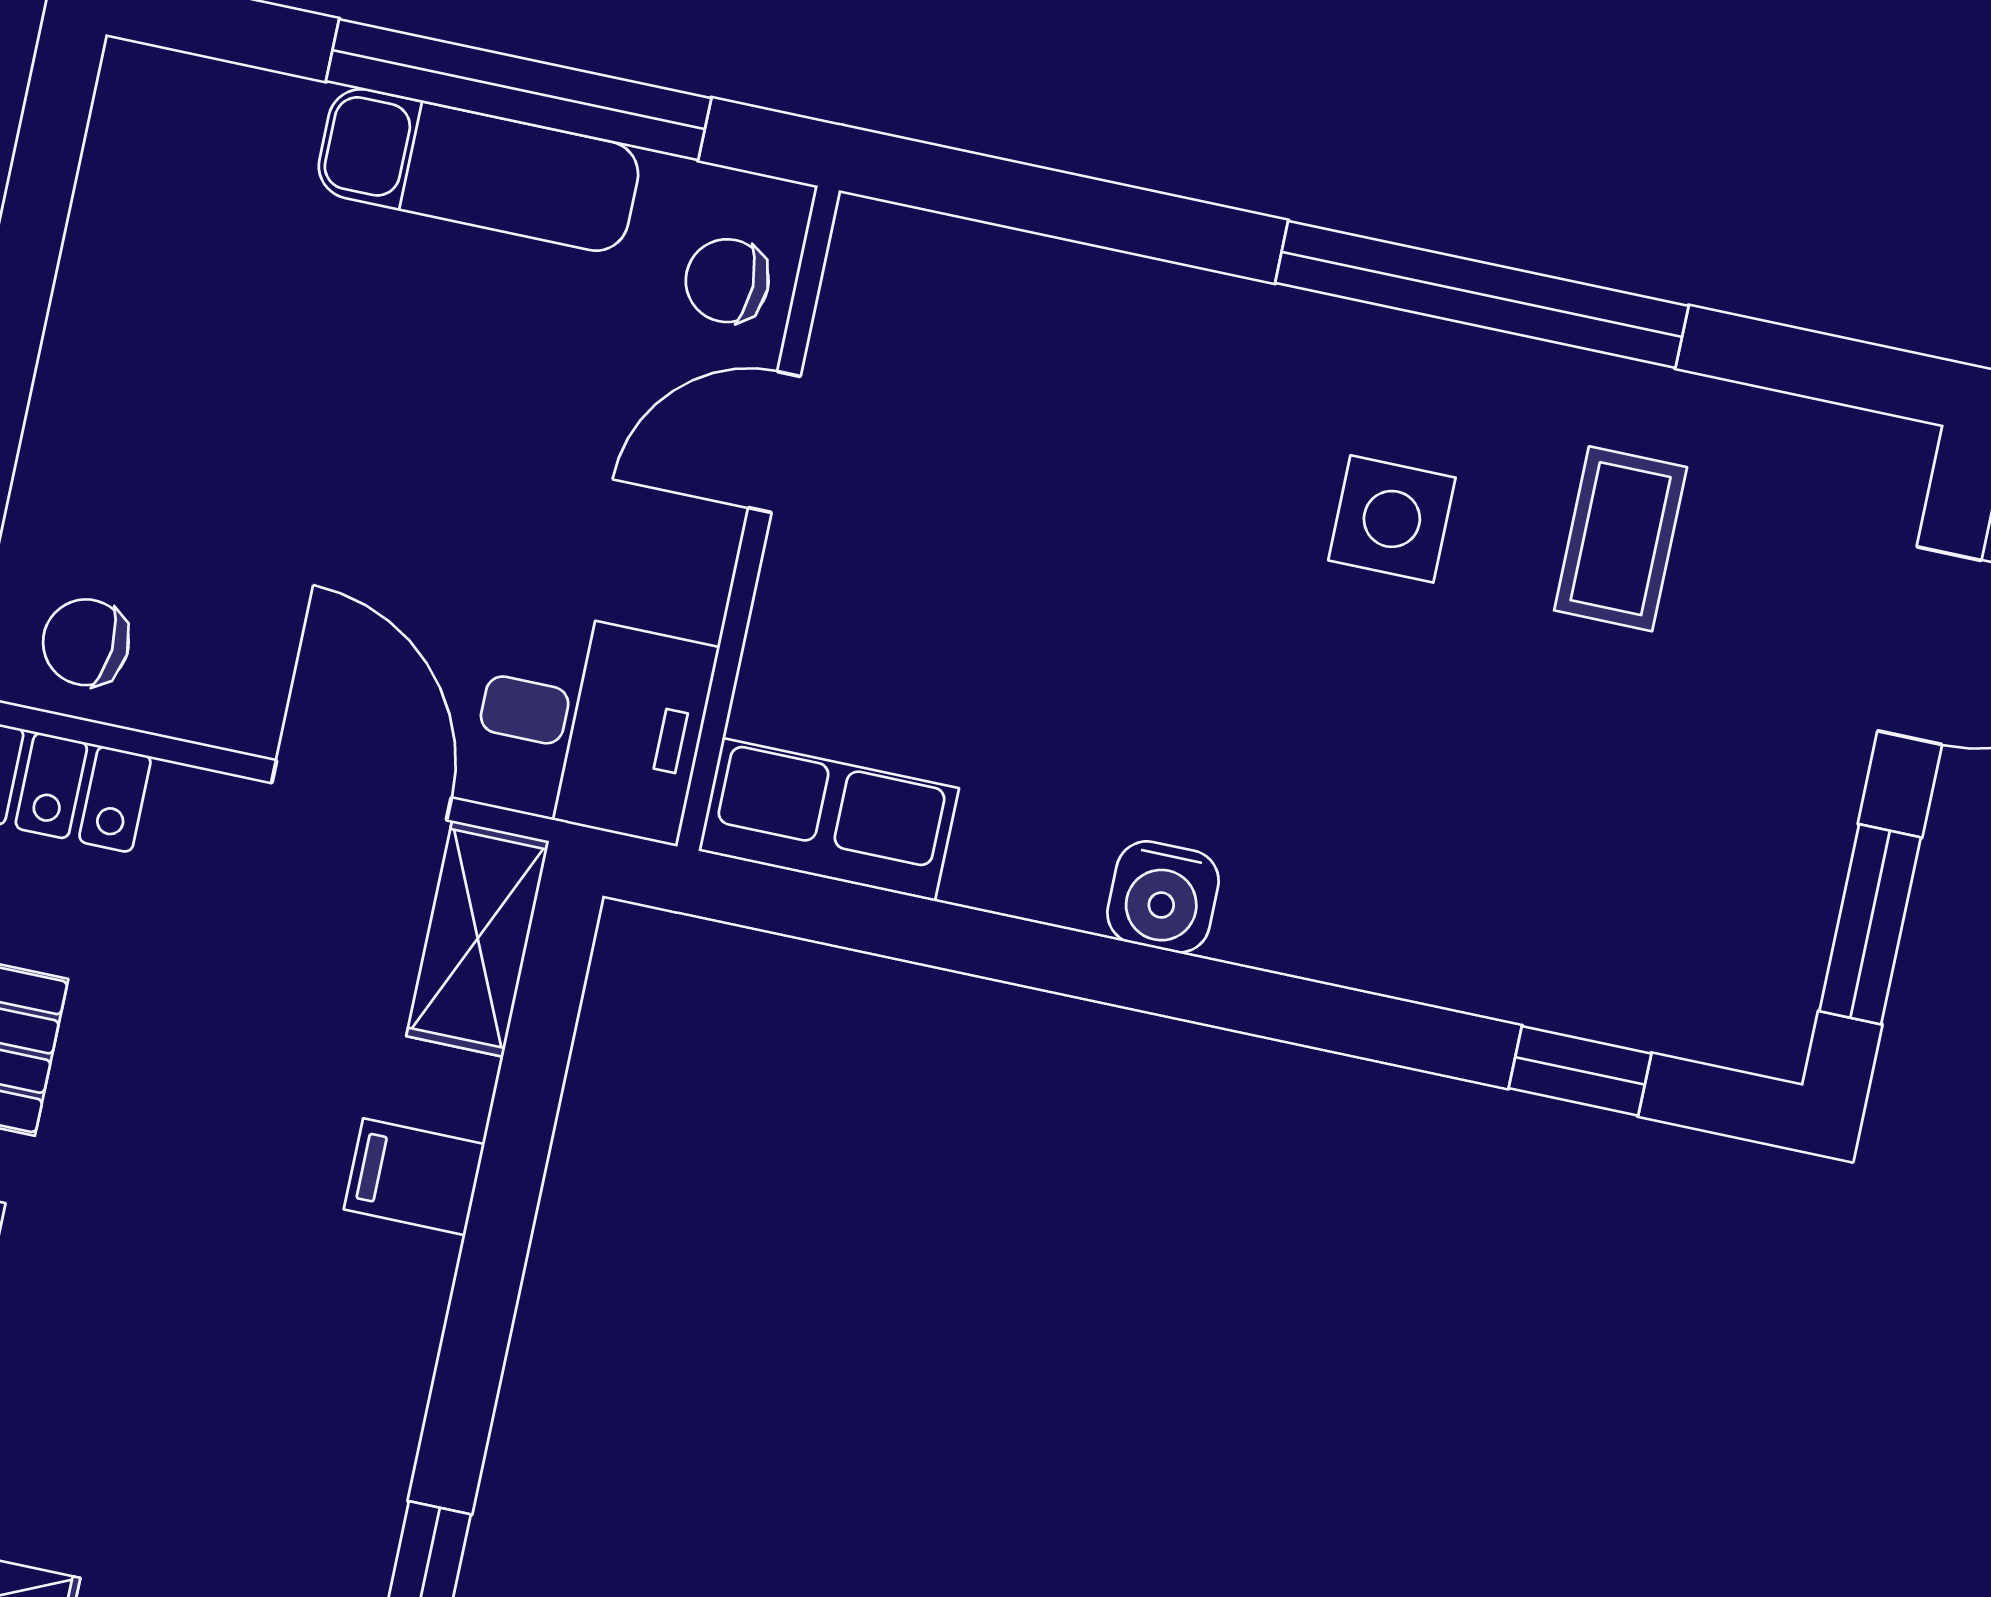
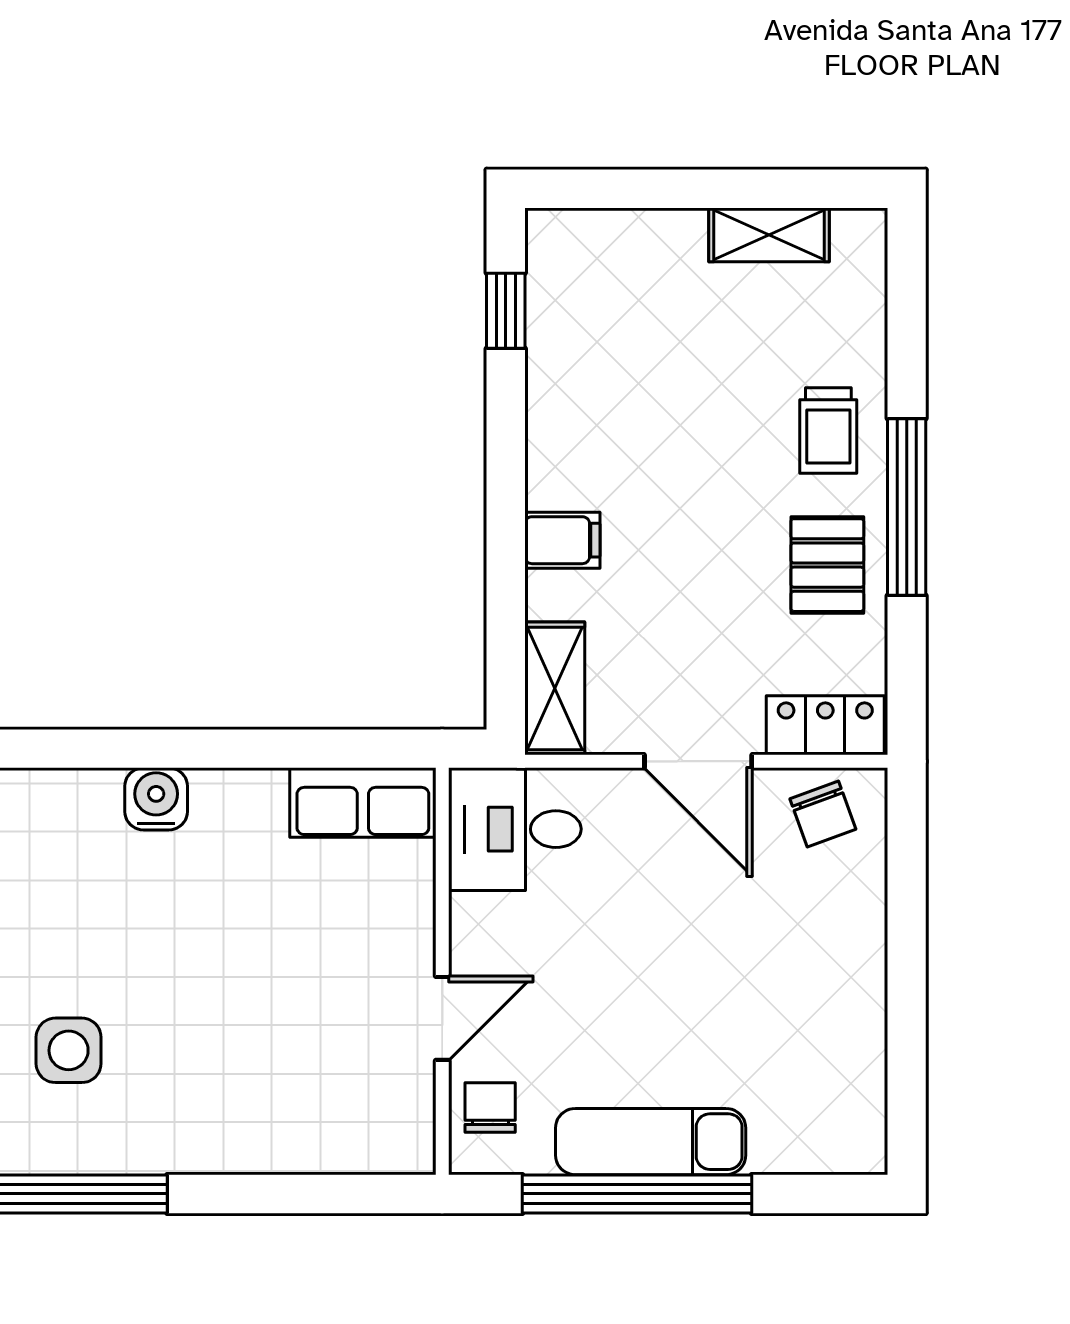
chair: (727, 281) -> (490, 1108), turned -90
chair: (86, 642) -> (823, 814), turned 66
door: (362, 790) -> (698, 761), moved

